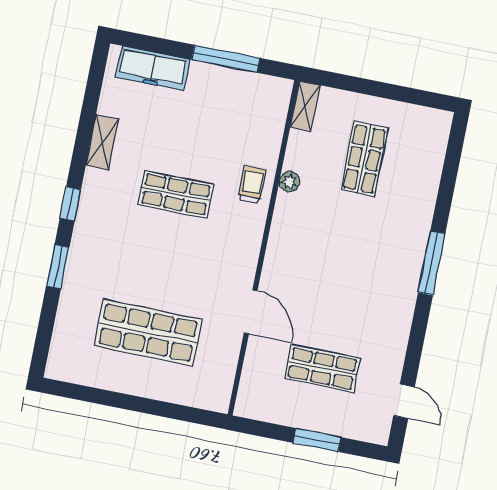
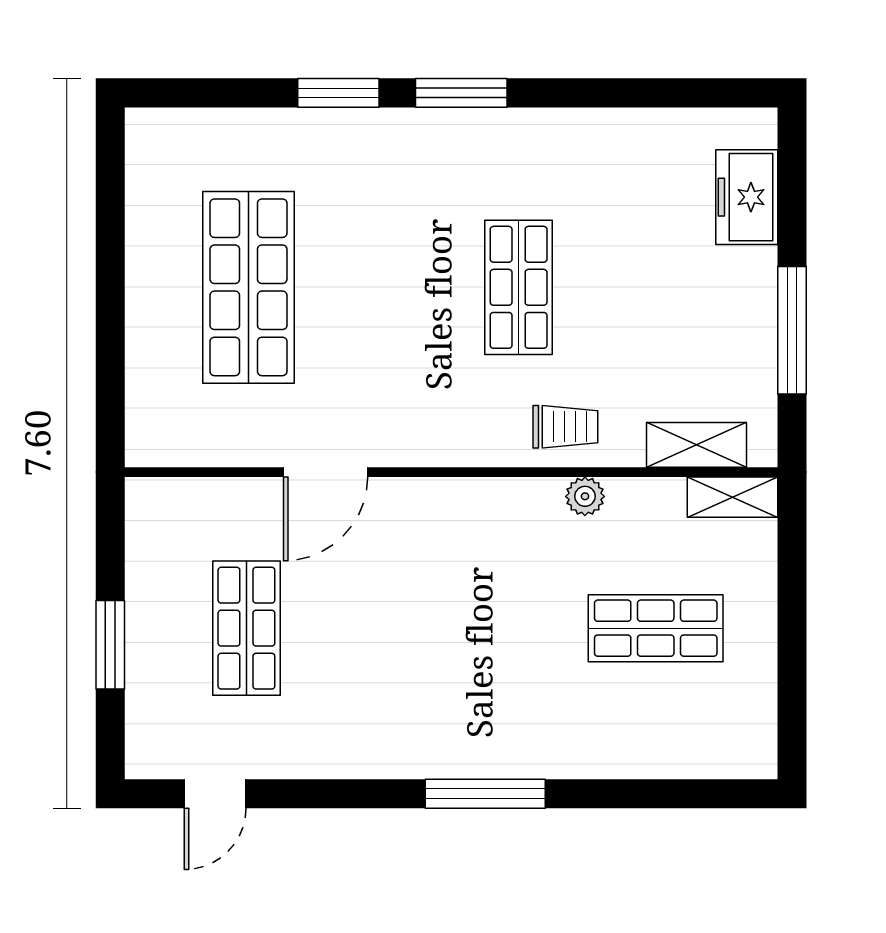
freezer: (153, 68) -> (747, 197), width x0.71
shelving: (102, 142) -> (696, 445), moved
window: (70, 204) -> (461, 93), width x1.50

